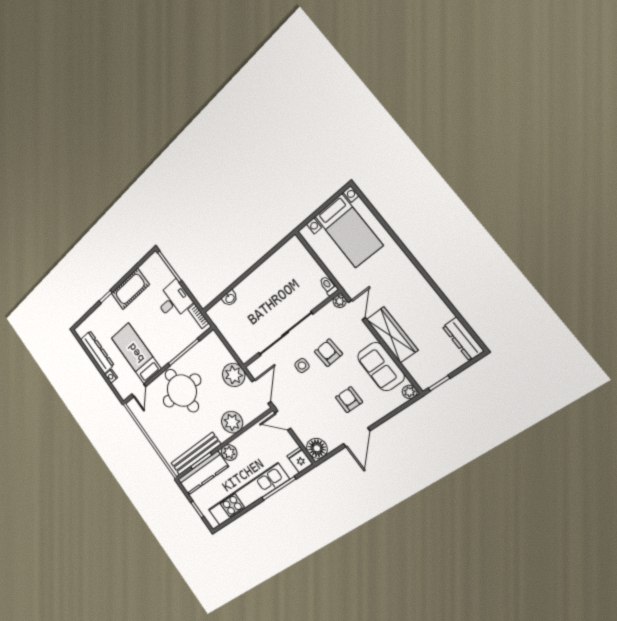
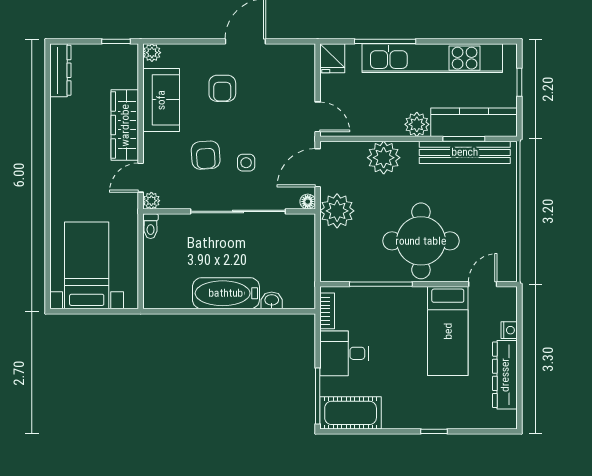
bathtub: (256, 282) -> (226, 293), added
cot: (130, 289) -> (351, 413), moved
floor lamp: (317, 448) -> (308, 202), moved, width x0.53, depth x0.53

